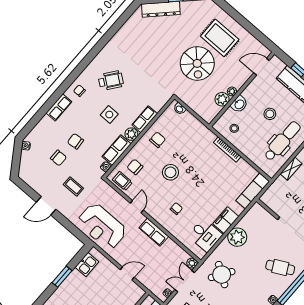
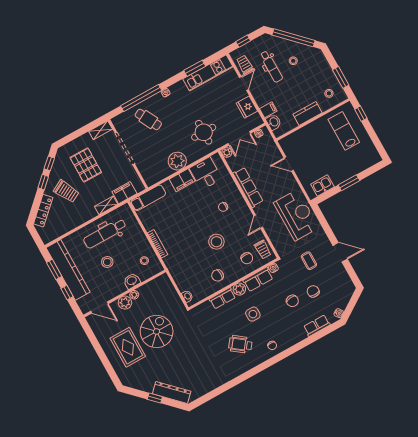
plant: (222, 99) -> (125, 303), moved
row of seats: (59, 107) -> (317, 326), moved
filing cabinet: (278, 188) -> (124, 193), added
row of seats: (154, 232) -> (248, 187), width x1.48
round table: (222, 275) -> (204, 132), turned -33

